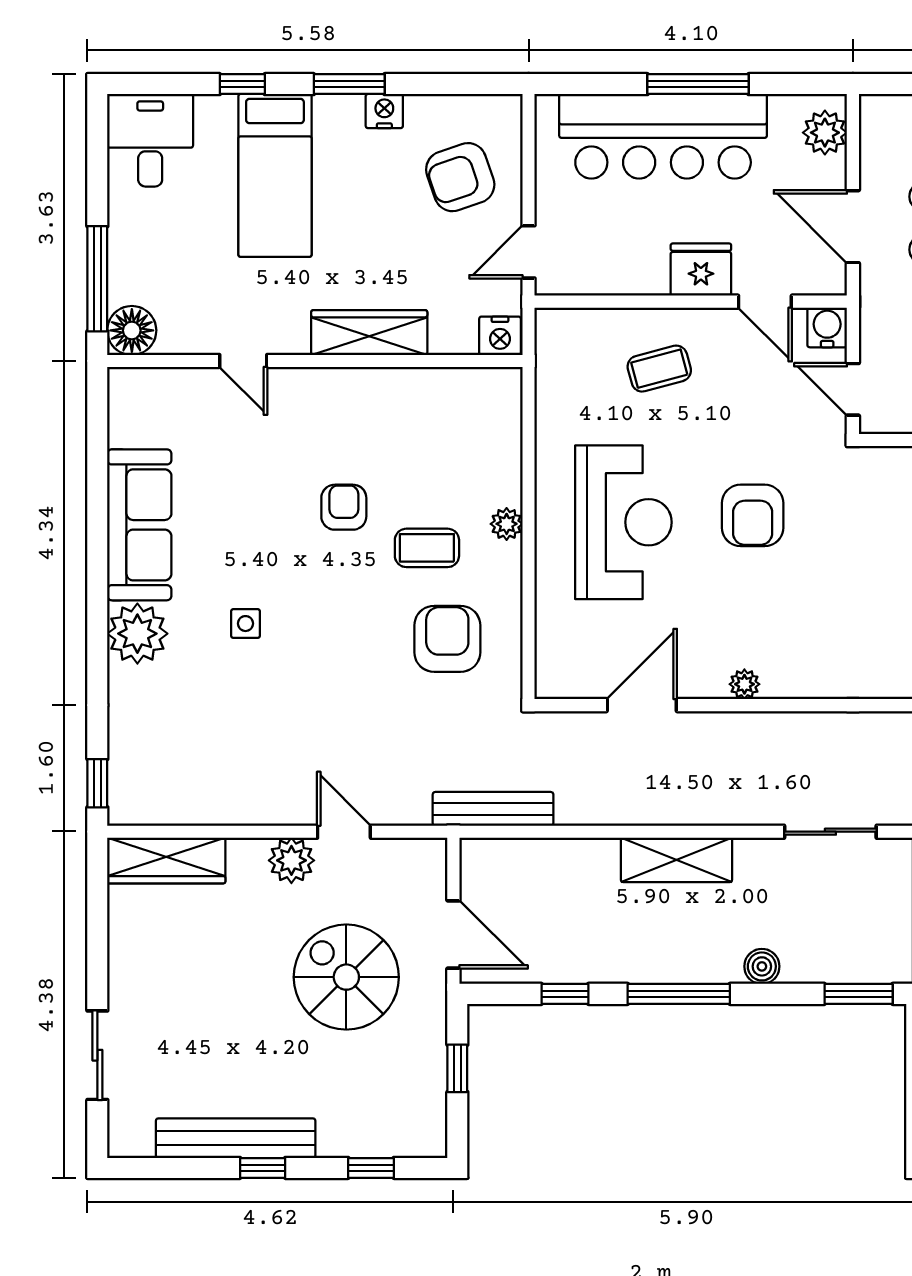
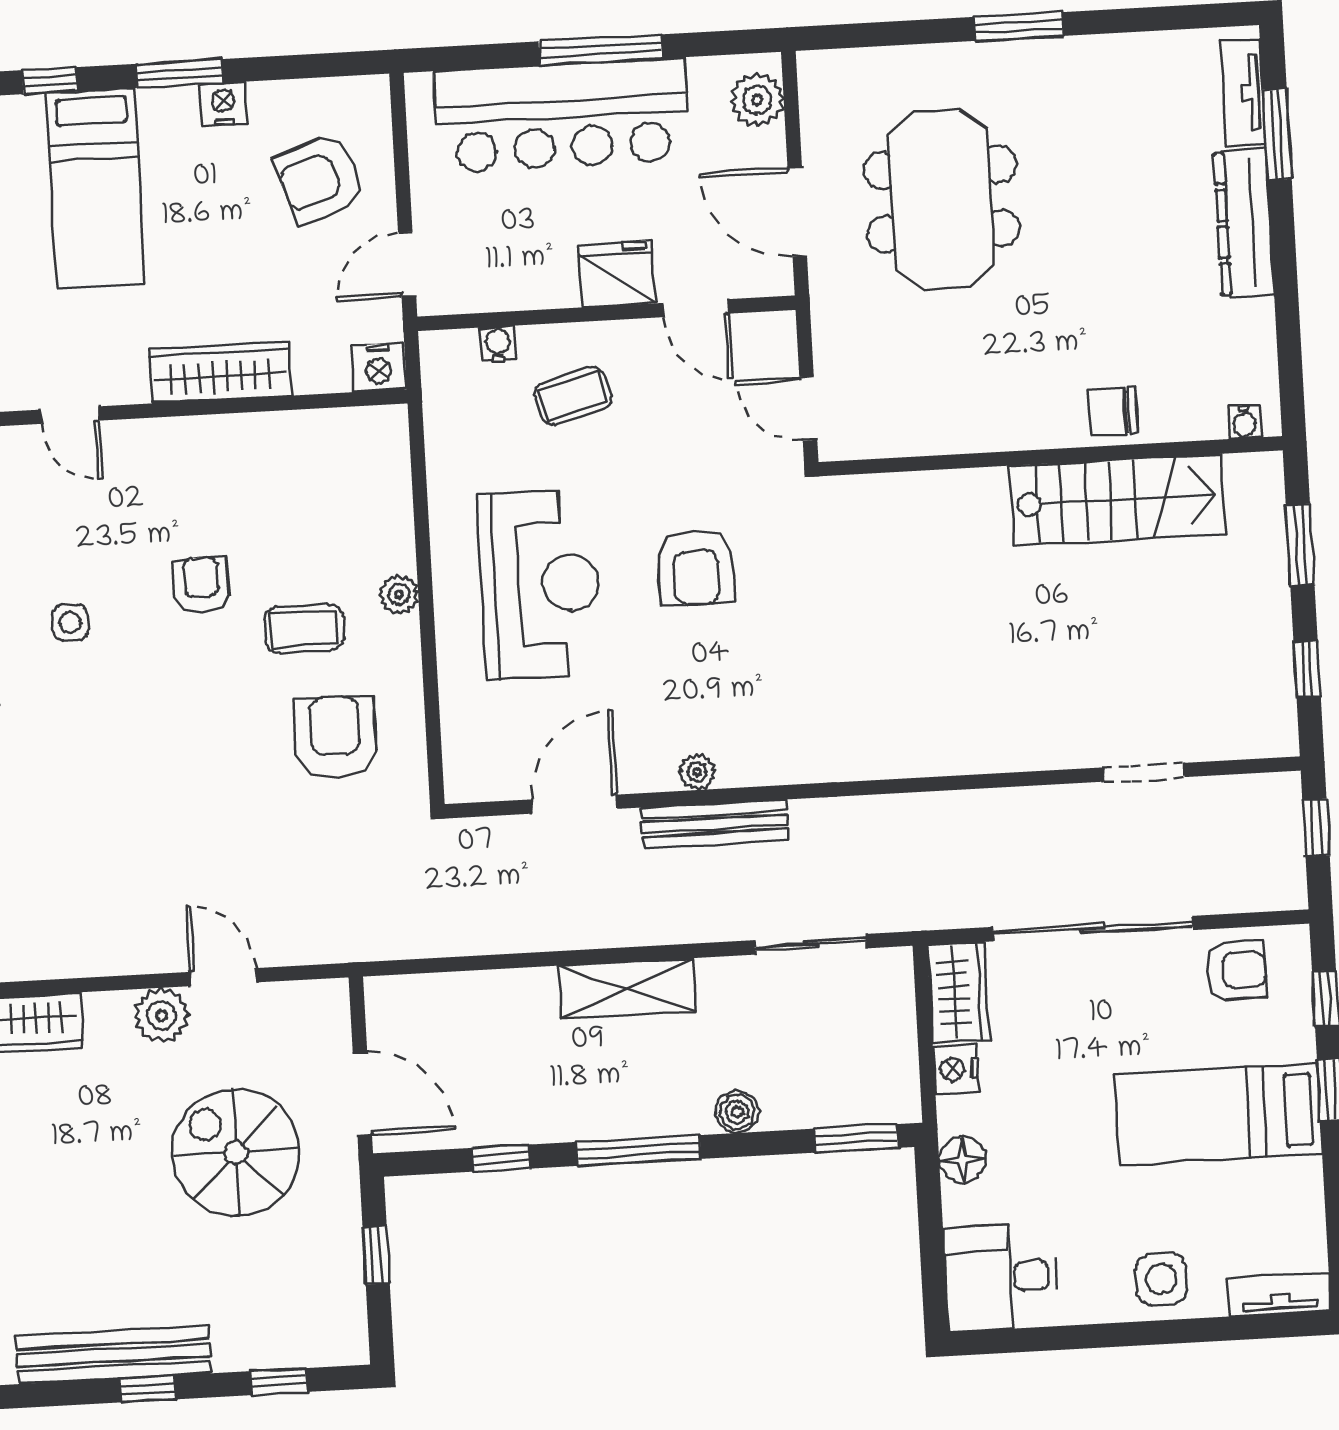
water cooler: (827, 327) -> (498, 344), moved, width x0.72, depth x0.72
side table: (246, 624) -> (70, 622), moved
bench: (493, 809) -> (715, 824), moved

